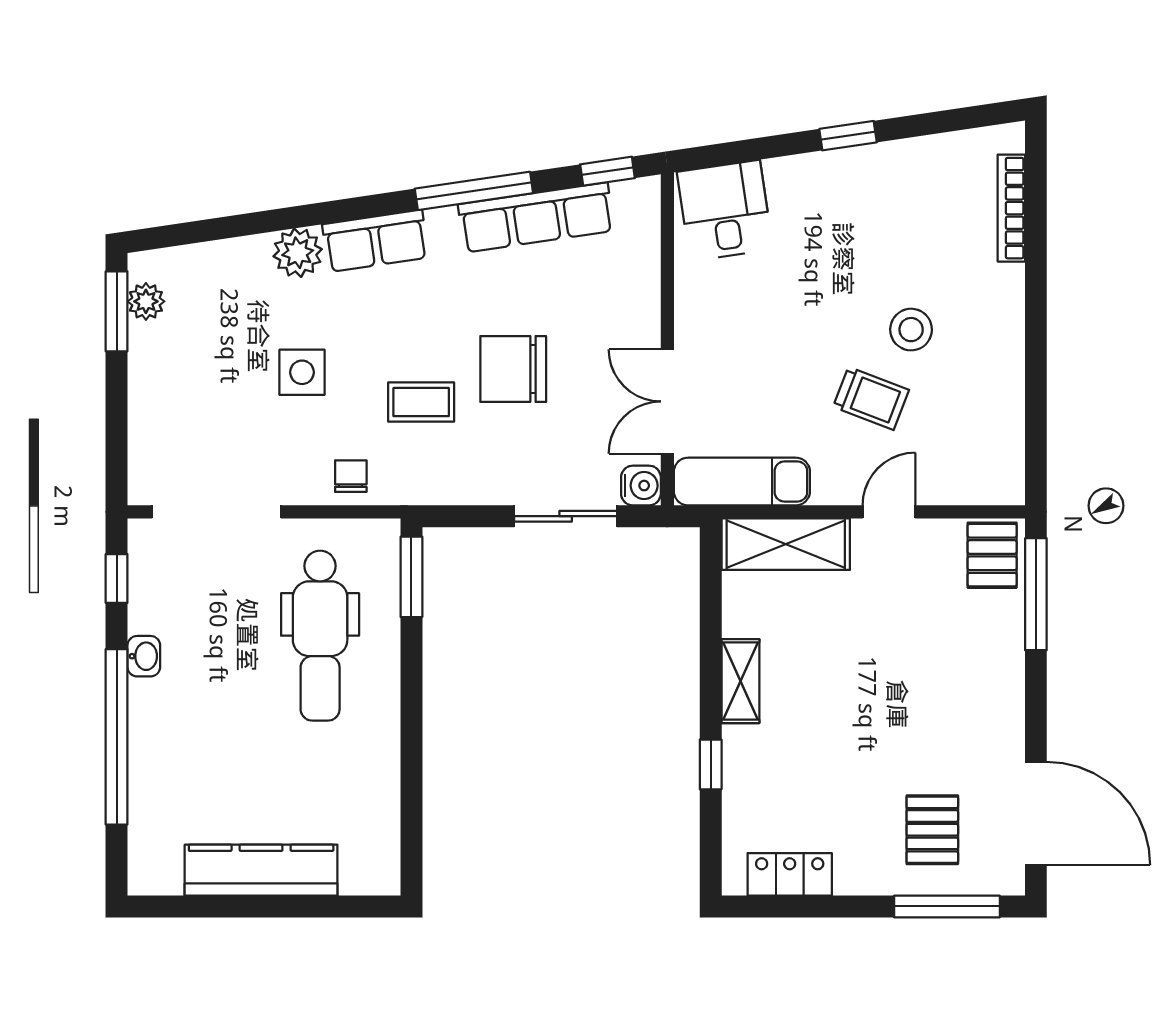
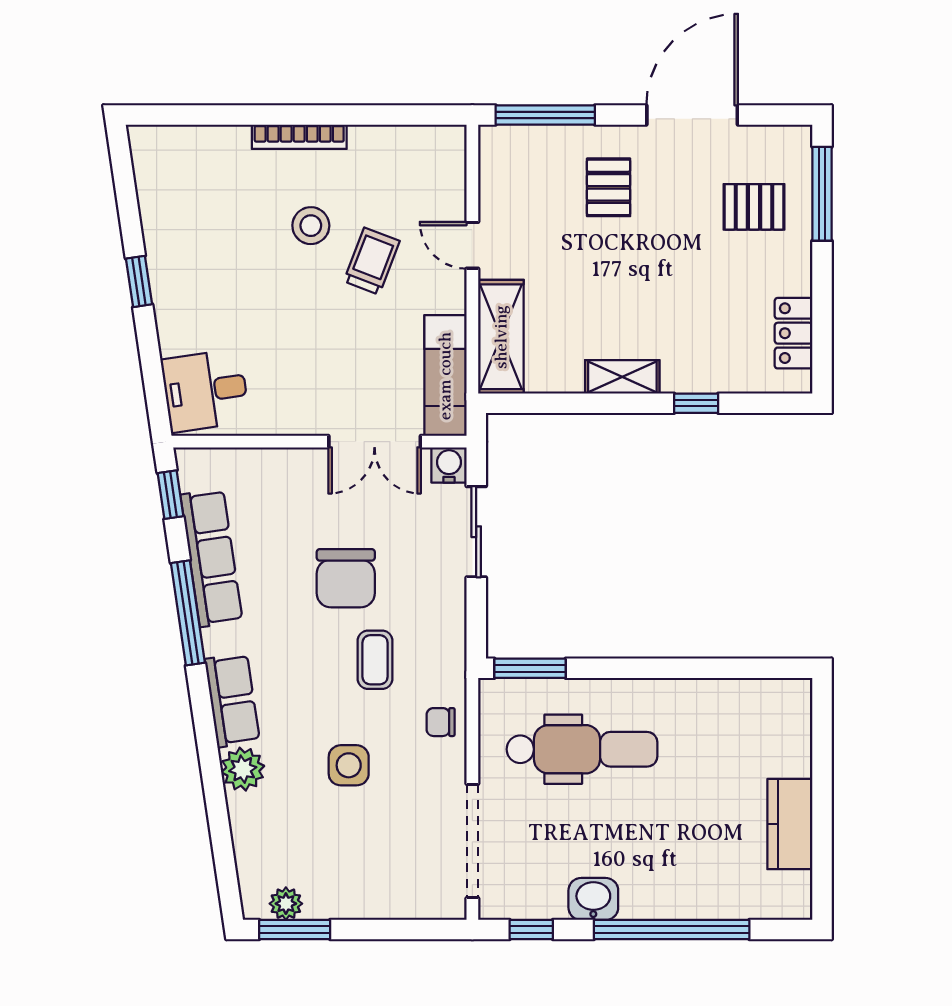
bookcase: (1011, 208) -> (299, 137), moved
pallet: (992, 555) -> (609, 187), moved, turned 90
washbasin: (144, 656) -> (593, 899), width x1.38, depth x1.45
door: (1036, 813) -> (692, 115), moved
kitchen counter: (261, 870) -> (790, 824), width x0.67

